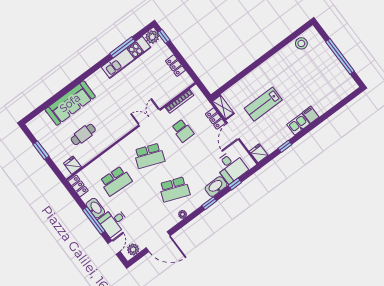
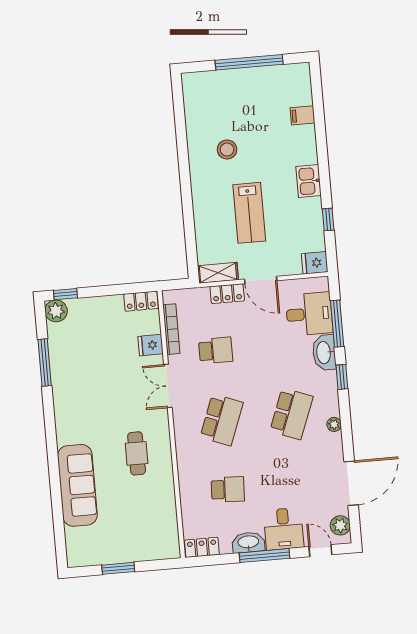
stool: (301, 43) -> (227, 150), moved
kitchen unit: (126, 57) -> (62, 366), removed
locker: (175, 66) -> (141, 301), moved
filing cabinet: (311, 115) -> (302, 115), moved
cafe table: (83, 134) -> (137, 453), moved
fridge: (72, 165) -> (151, 345), moved
school desk: (116, 181) -> (228, 489), width x0.54
window: (235, 184) -> (337, 324), width x2.17

